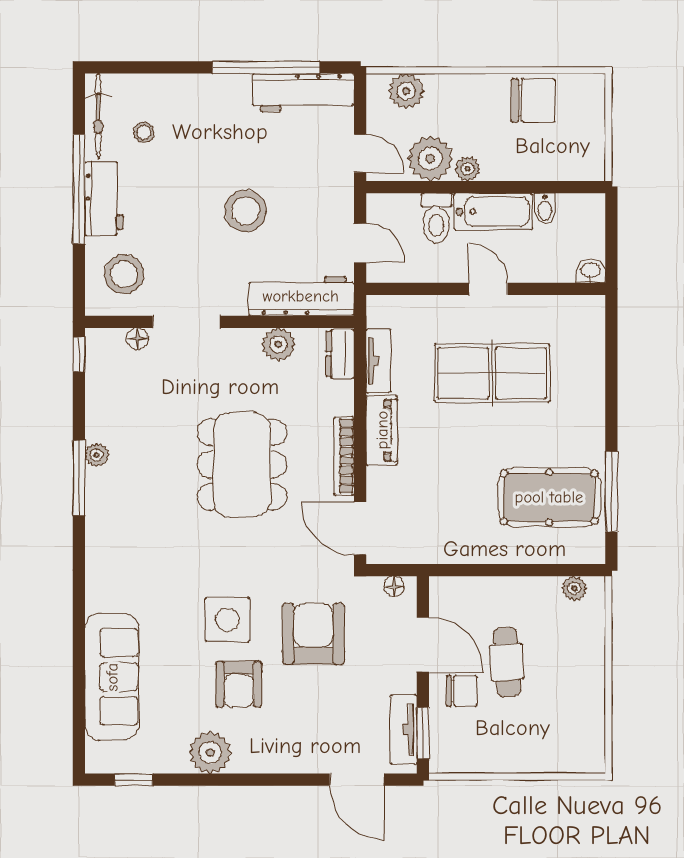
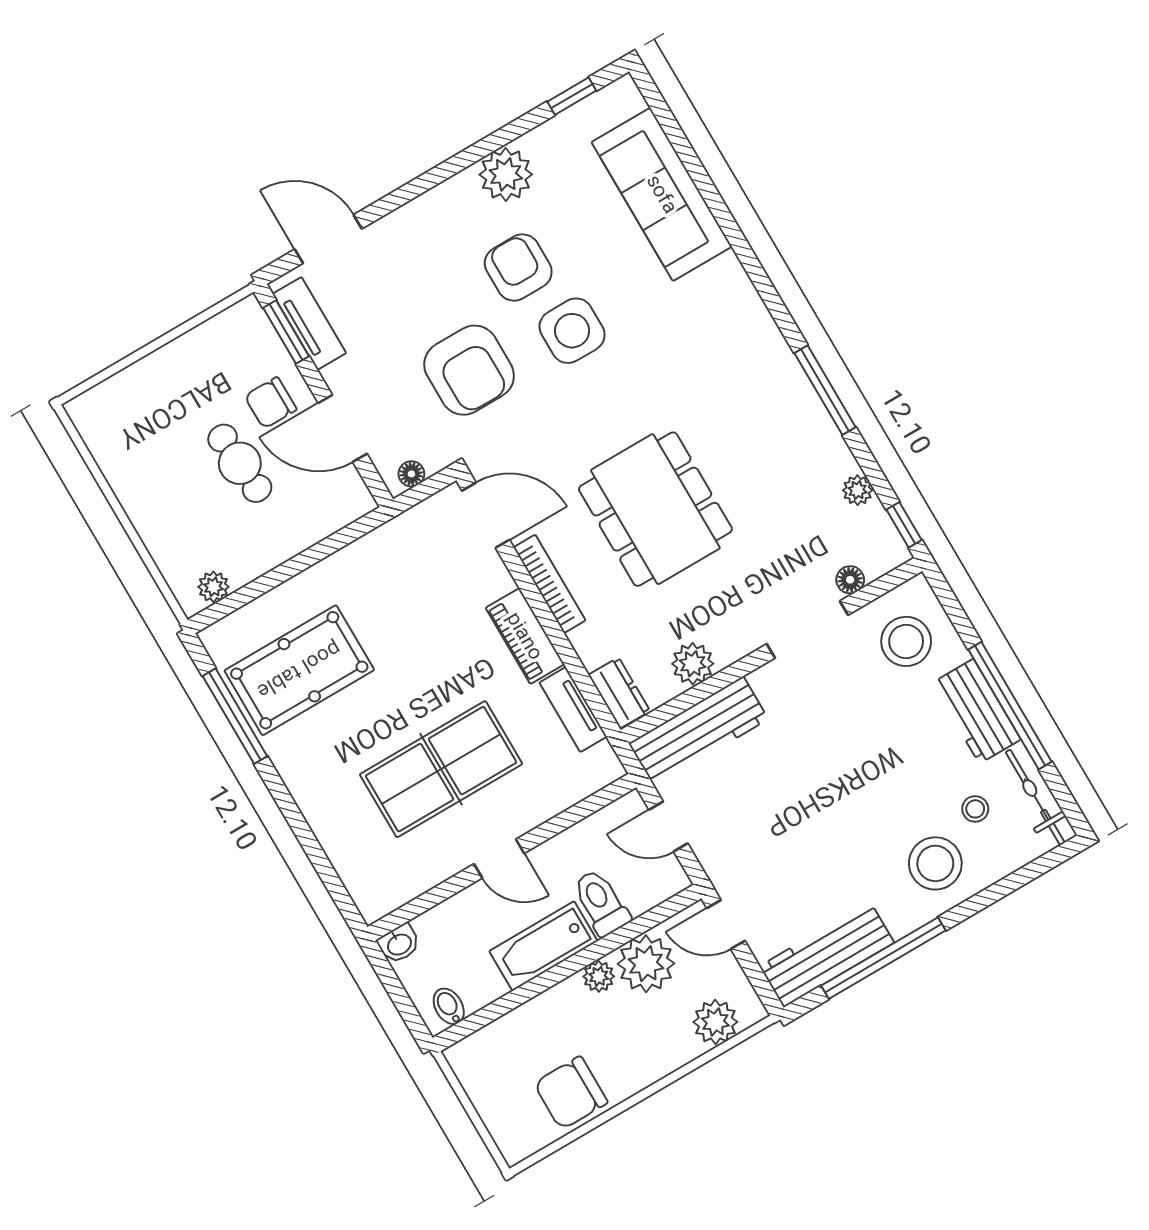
bidet: (545, 208) -> (449, 1006), moved
stool: (246, 211) -> (935, 863), moved
plant: (97, 455) -> (858, 490), moved

